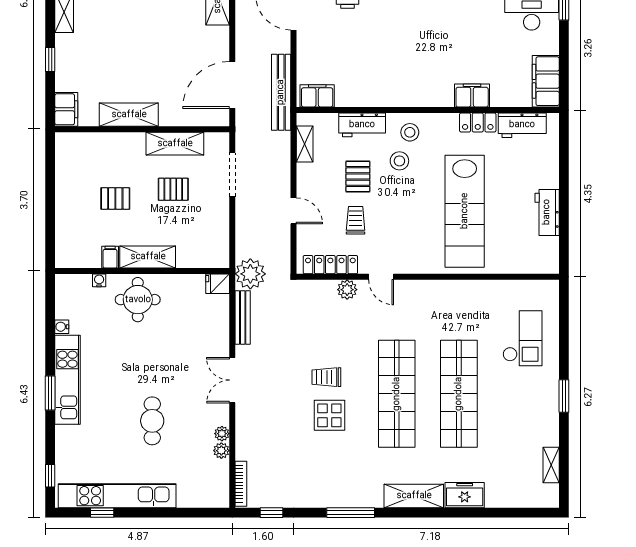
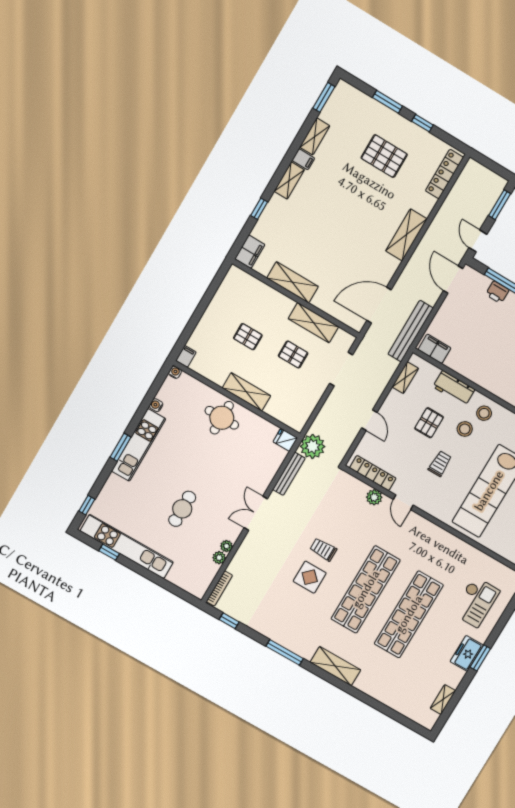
trolley: (356, 220) -> (440, 464), moved
filing cabinet: (110, 257) -> (186, 356), moved
water cooler: (99, 280) -> (175, 372), moved
freezer: (465, 495) -> (467, 653), moved, turned -90

